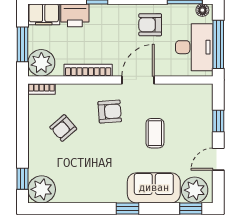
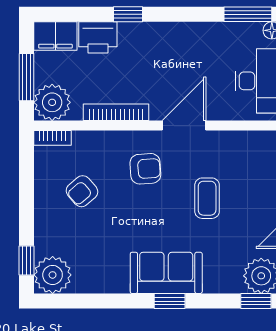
armchair: (150, 25) -> (201, 50), removed
sofa: (154, 188) -> (166, 273), moved

